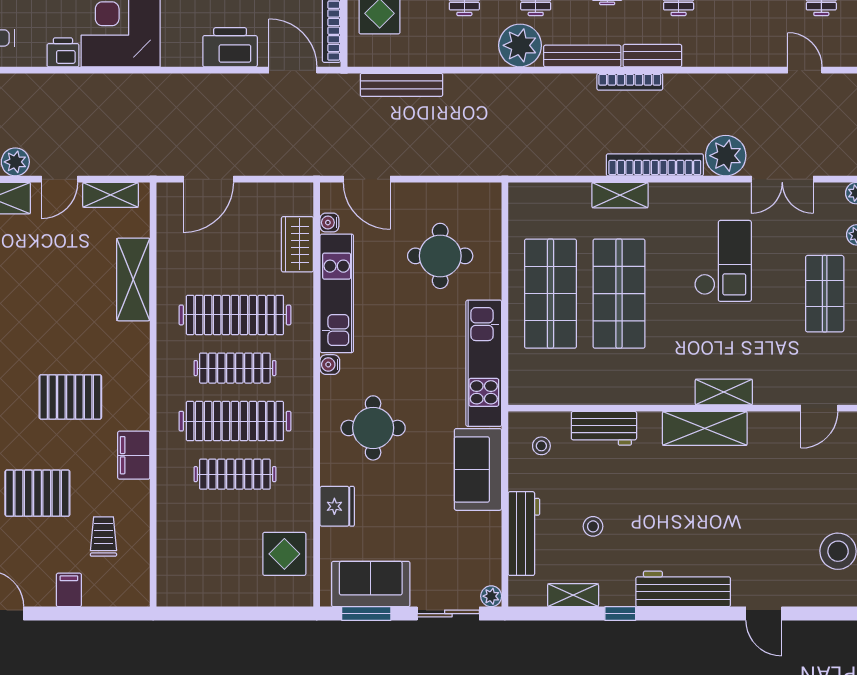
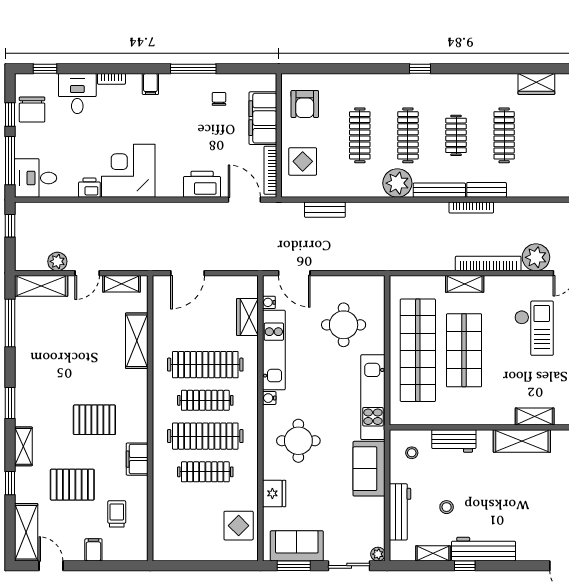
bench: (401, 85) -> (325, 210), width x0.73
shop shelf: (550, 294) -> (418, 350), width x1.40
workbench: (683, 589) -> (484, 549), moved

